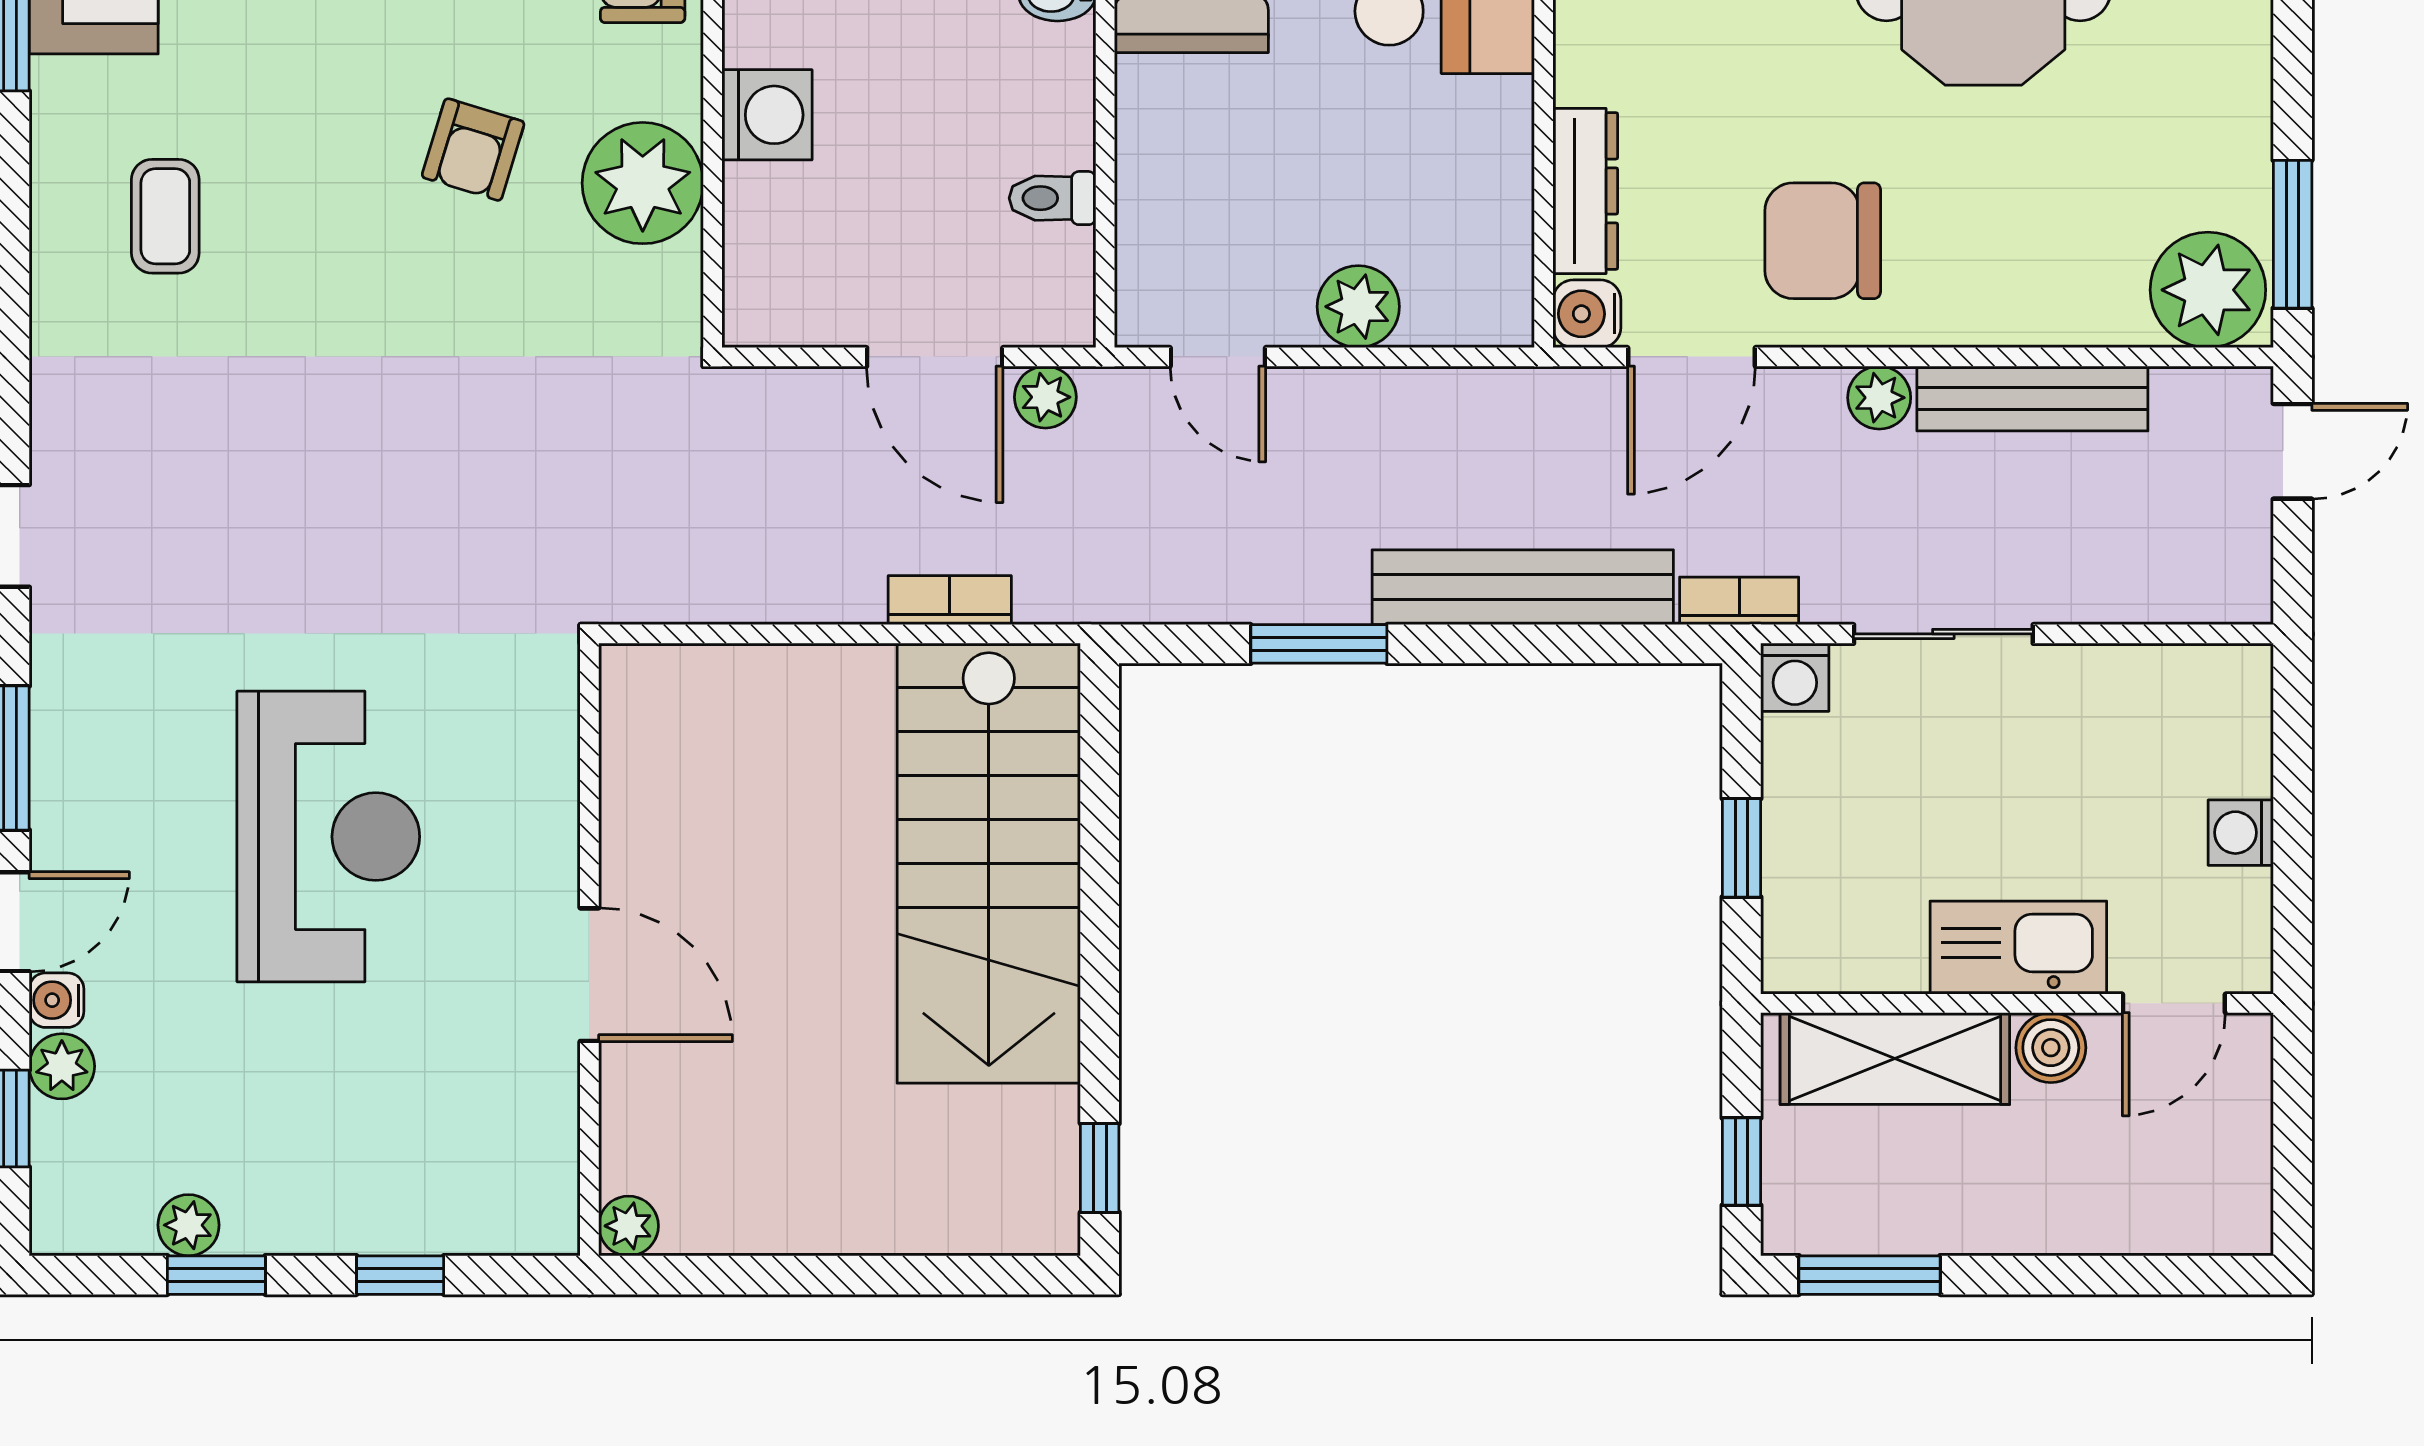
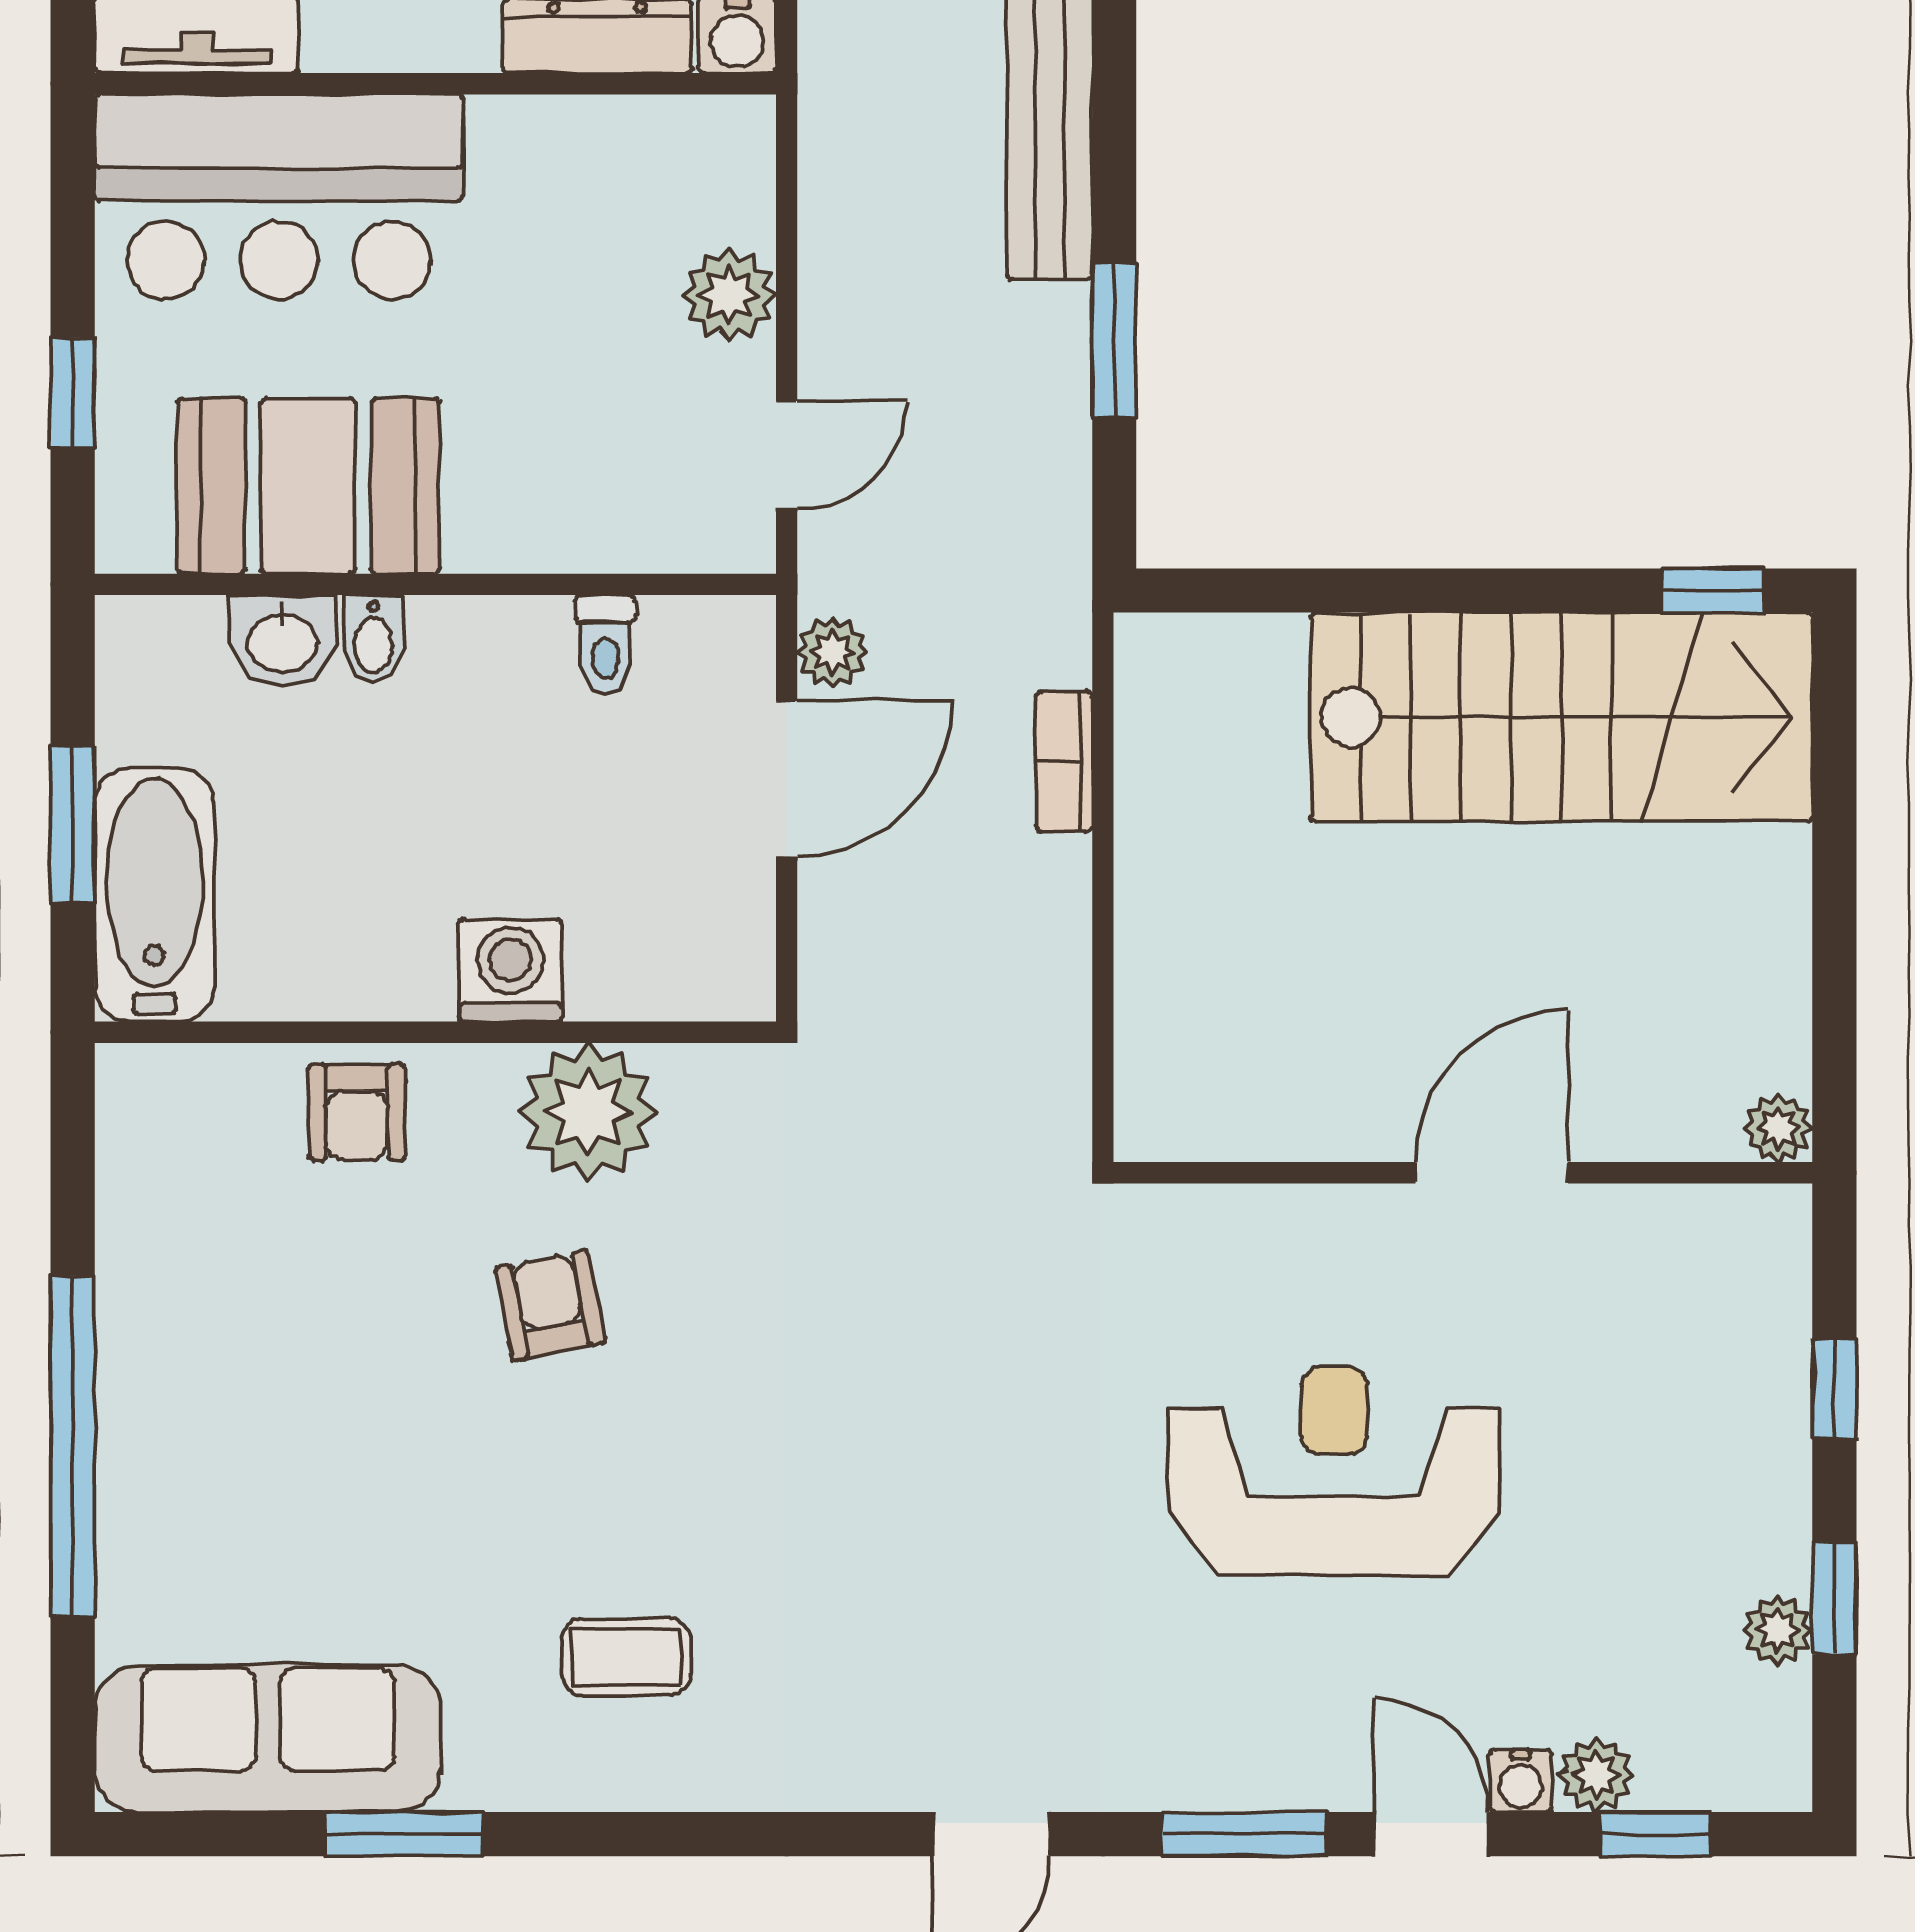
armchair: (473, 150) -> (550, 1306), turned -118
stairs: (989, 863) -> (1561, 717), moved

